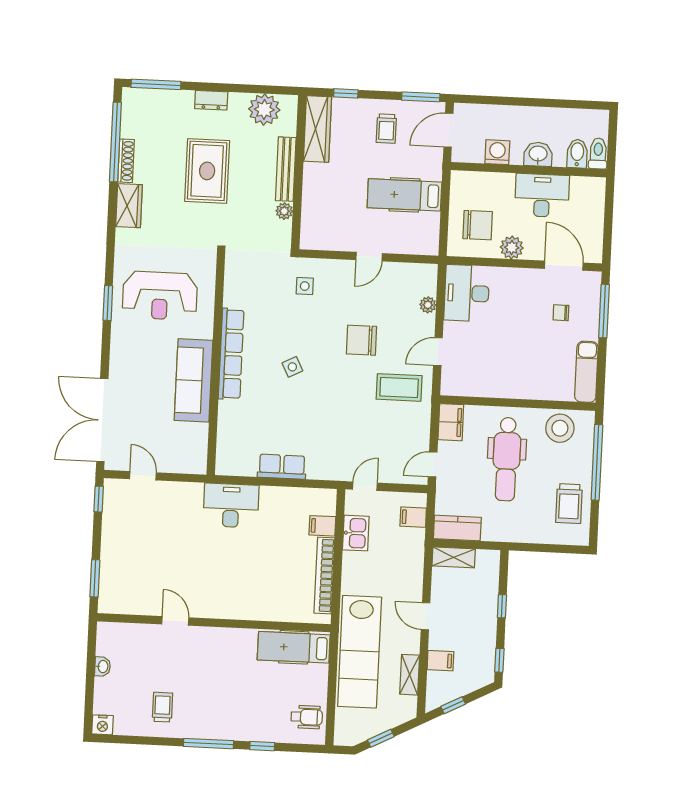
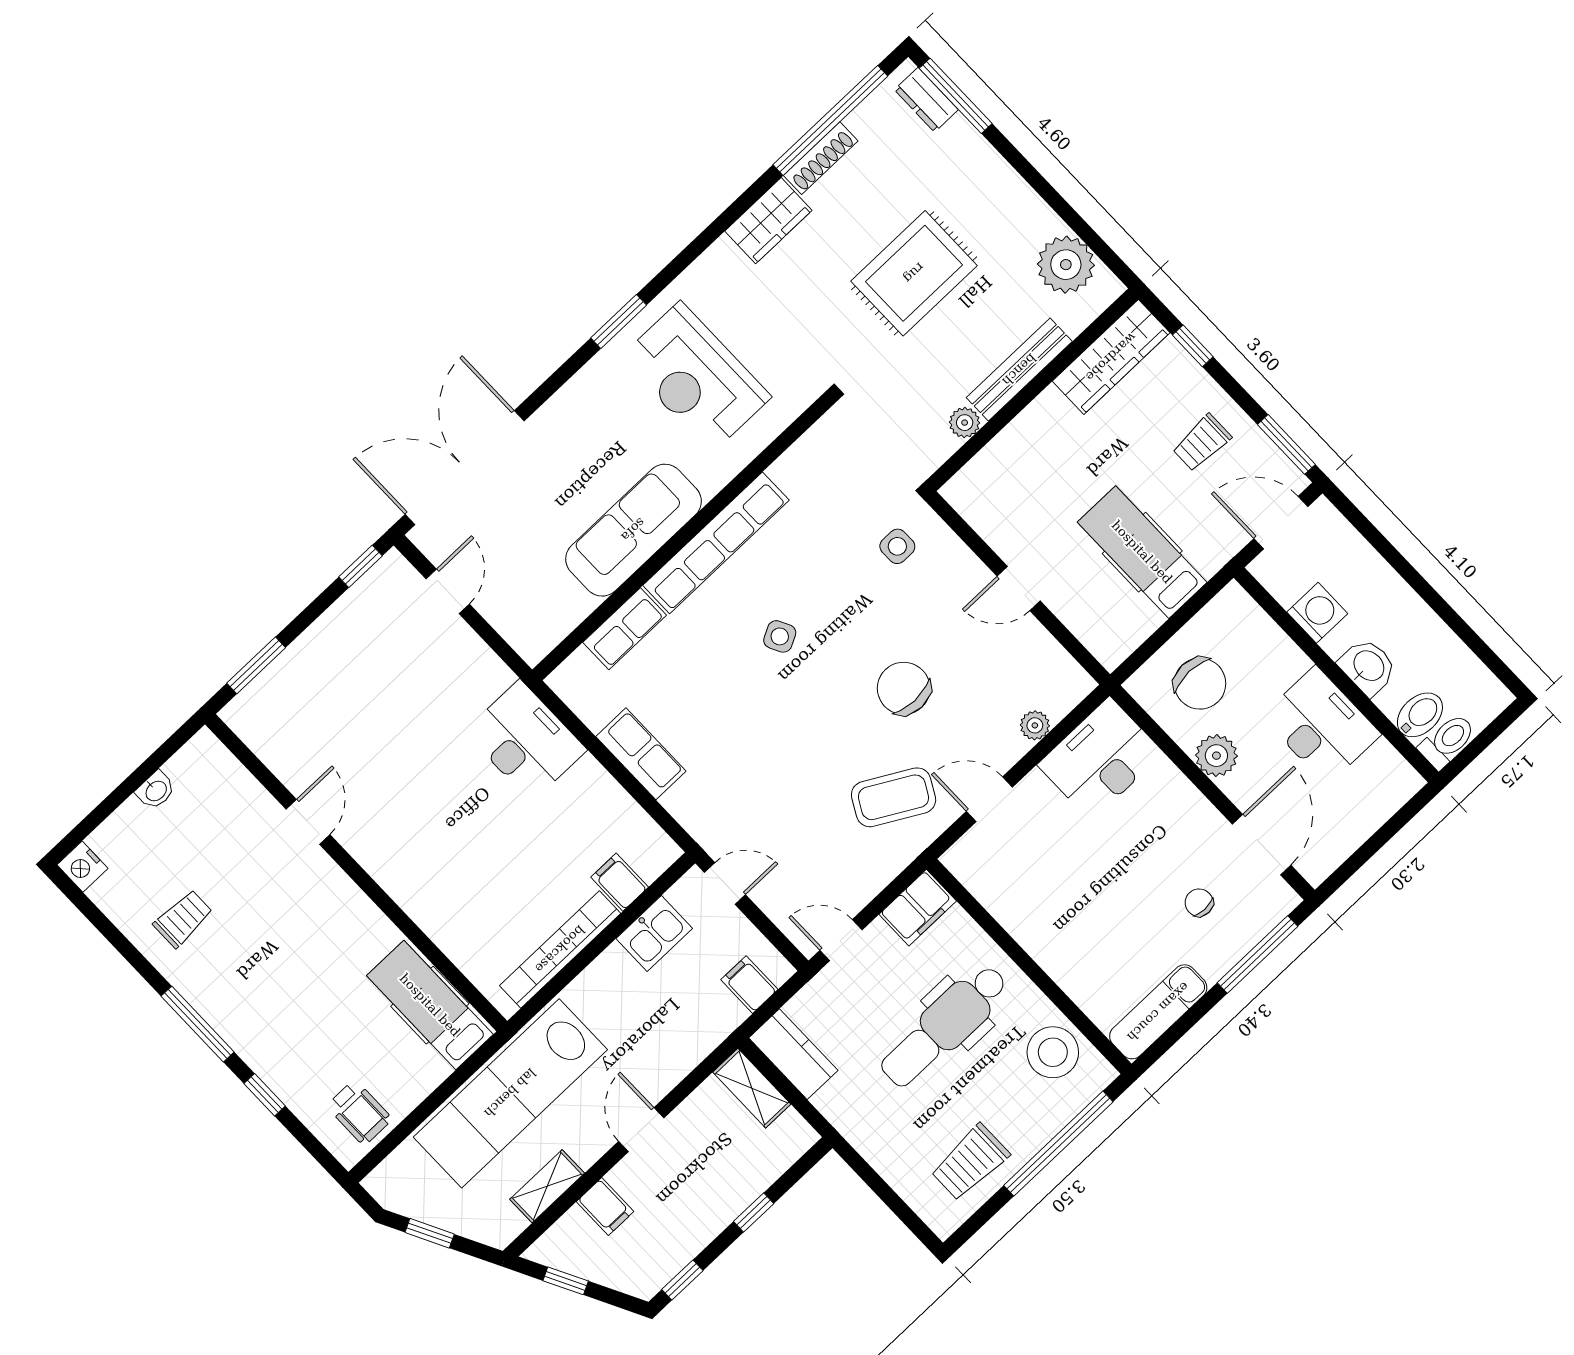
dresser: (211, 100) -> (926, 100), moved
coffee table: (399, 387) -> (894, 797), turned -61
row of seats: (228, 423) -> (625, 629), added

